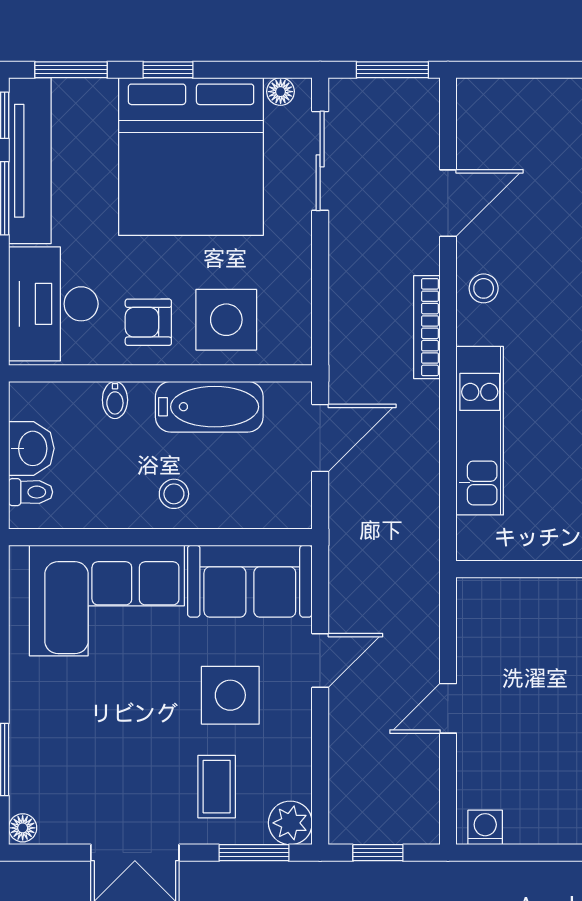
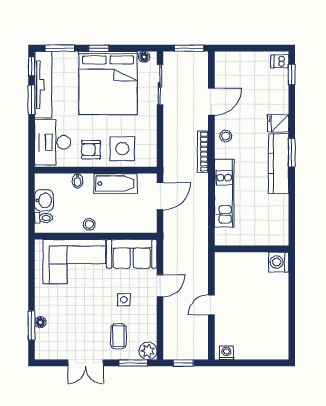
stool: (174, 494) -> (89, 224), moved
side table: (230, 695) -> (124, 300), width x0.54, depth x0.54
floor lamp: (23, 828) -> (40, 322), moved

